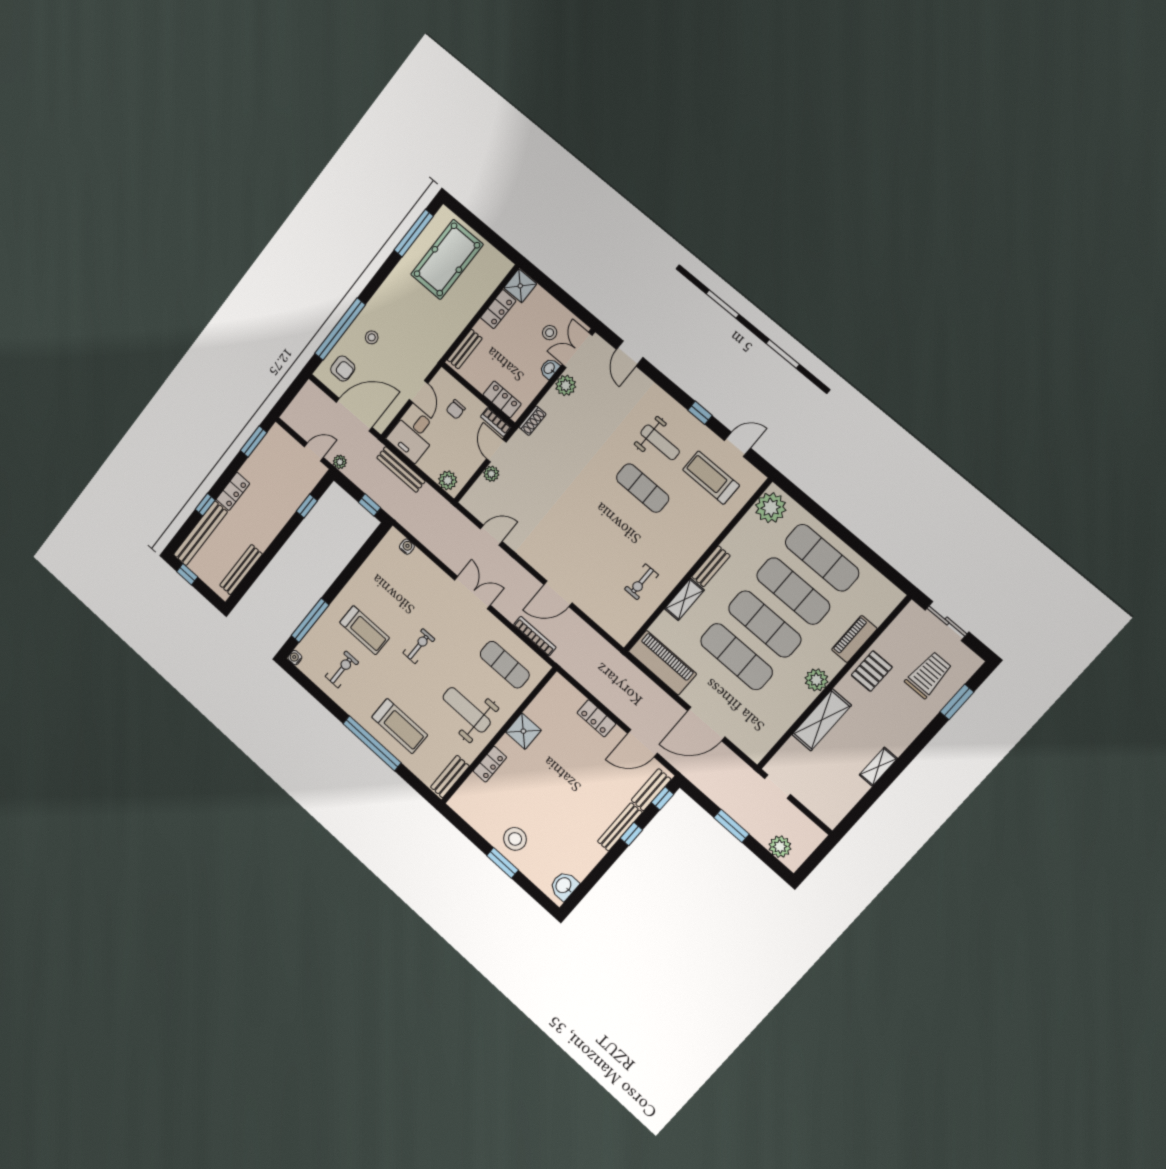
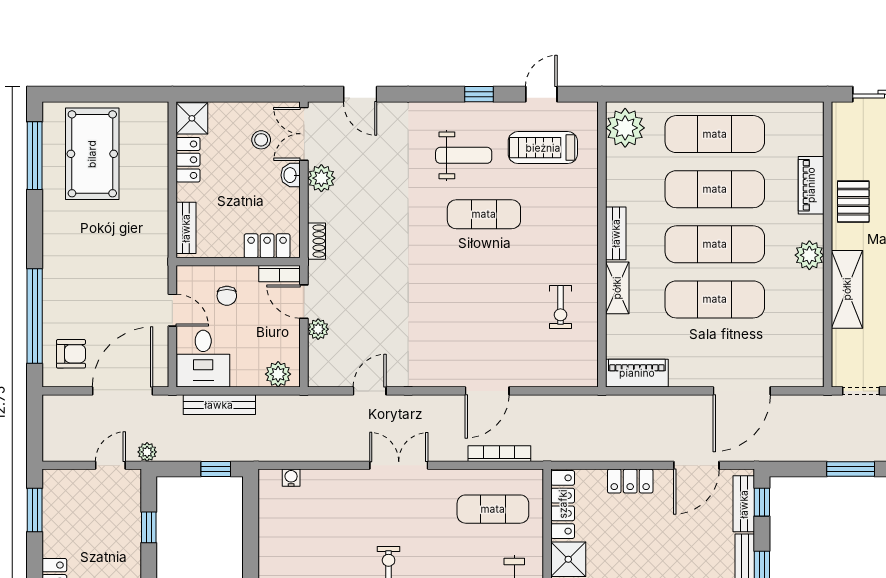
stool: (372, 337) -> (76, 297), removed
piano: (662, 663) -> (637, 373), width x0.73, depth x0.75
locker: (546, 697) -> (563, 504), added

